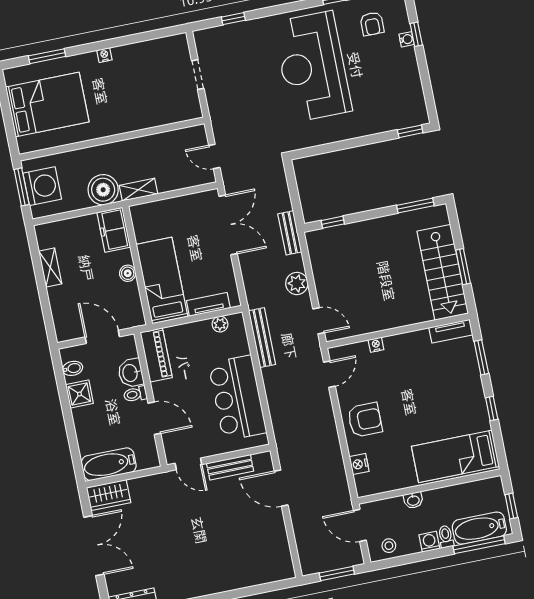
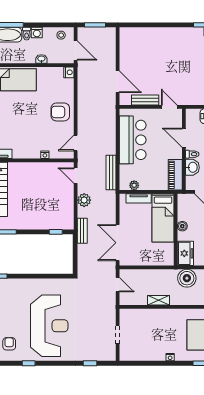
shelving: (139, 190) -> (158, 300), moved
nightstand: (359, 464) -> (69, 72), moved

